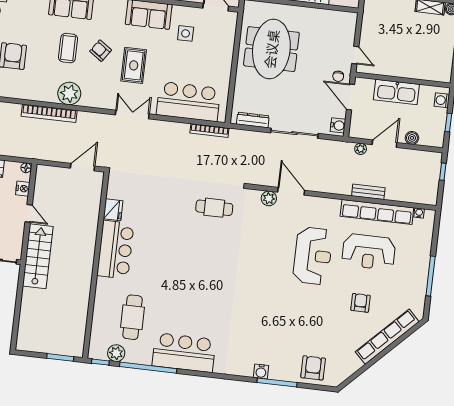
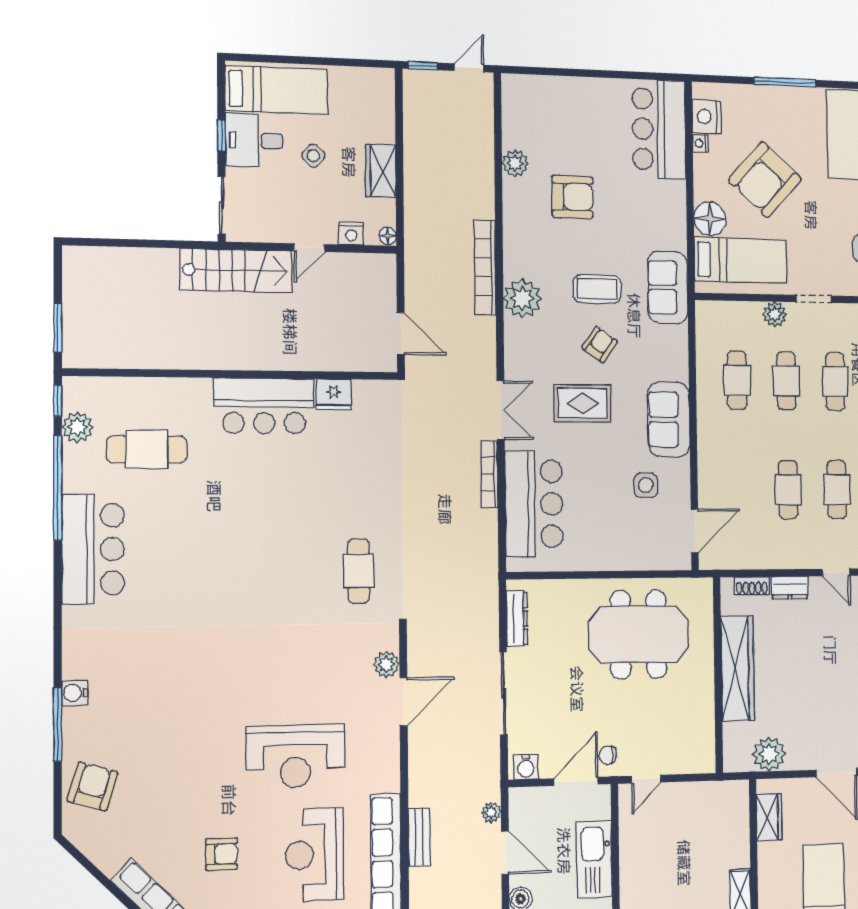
bookcase: (209, 130) -> (489, 474), moved
armchair: (313, 368) -> (93, 786), turned -73

